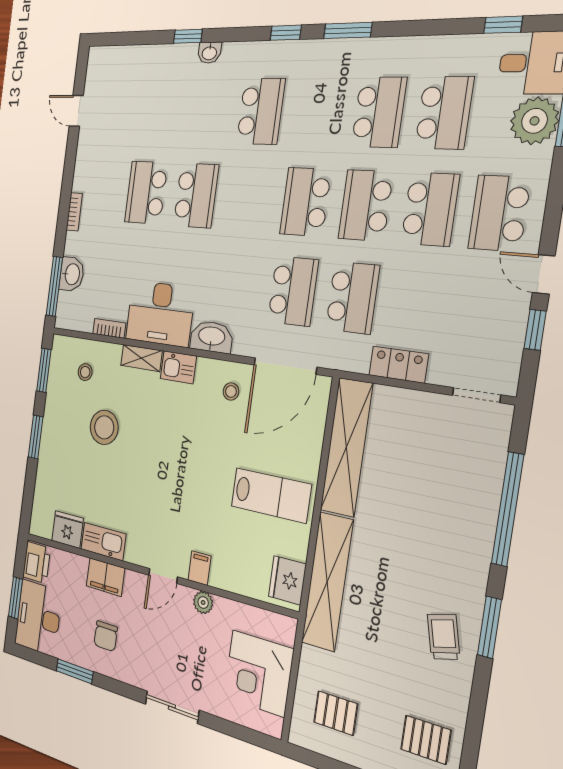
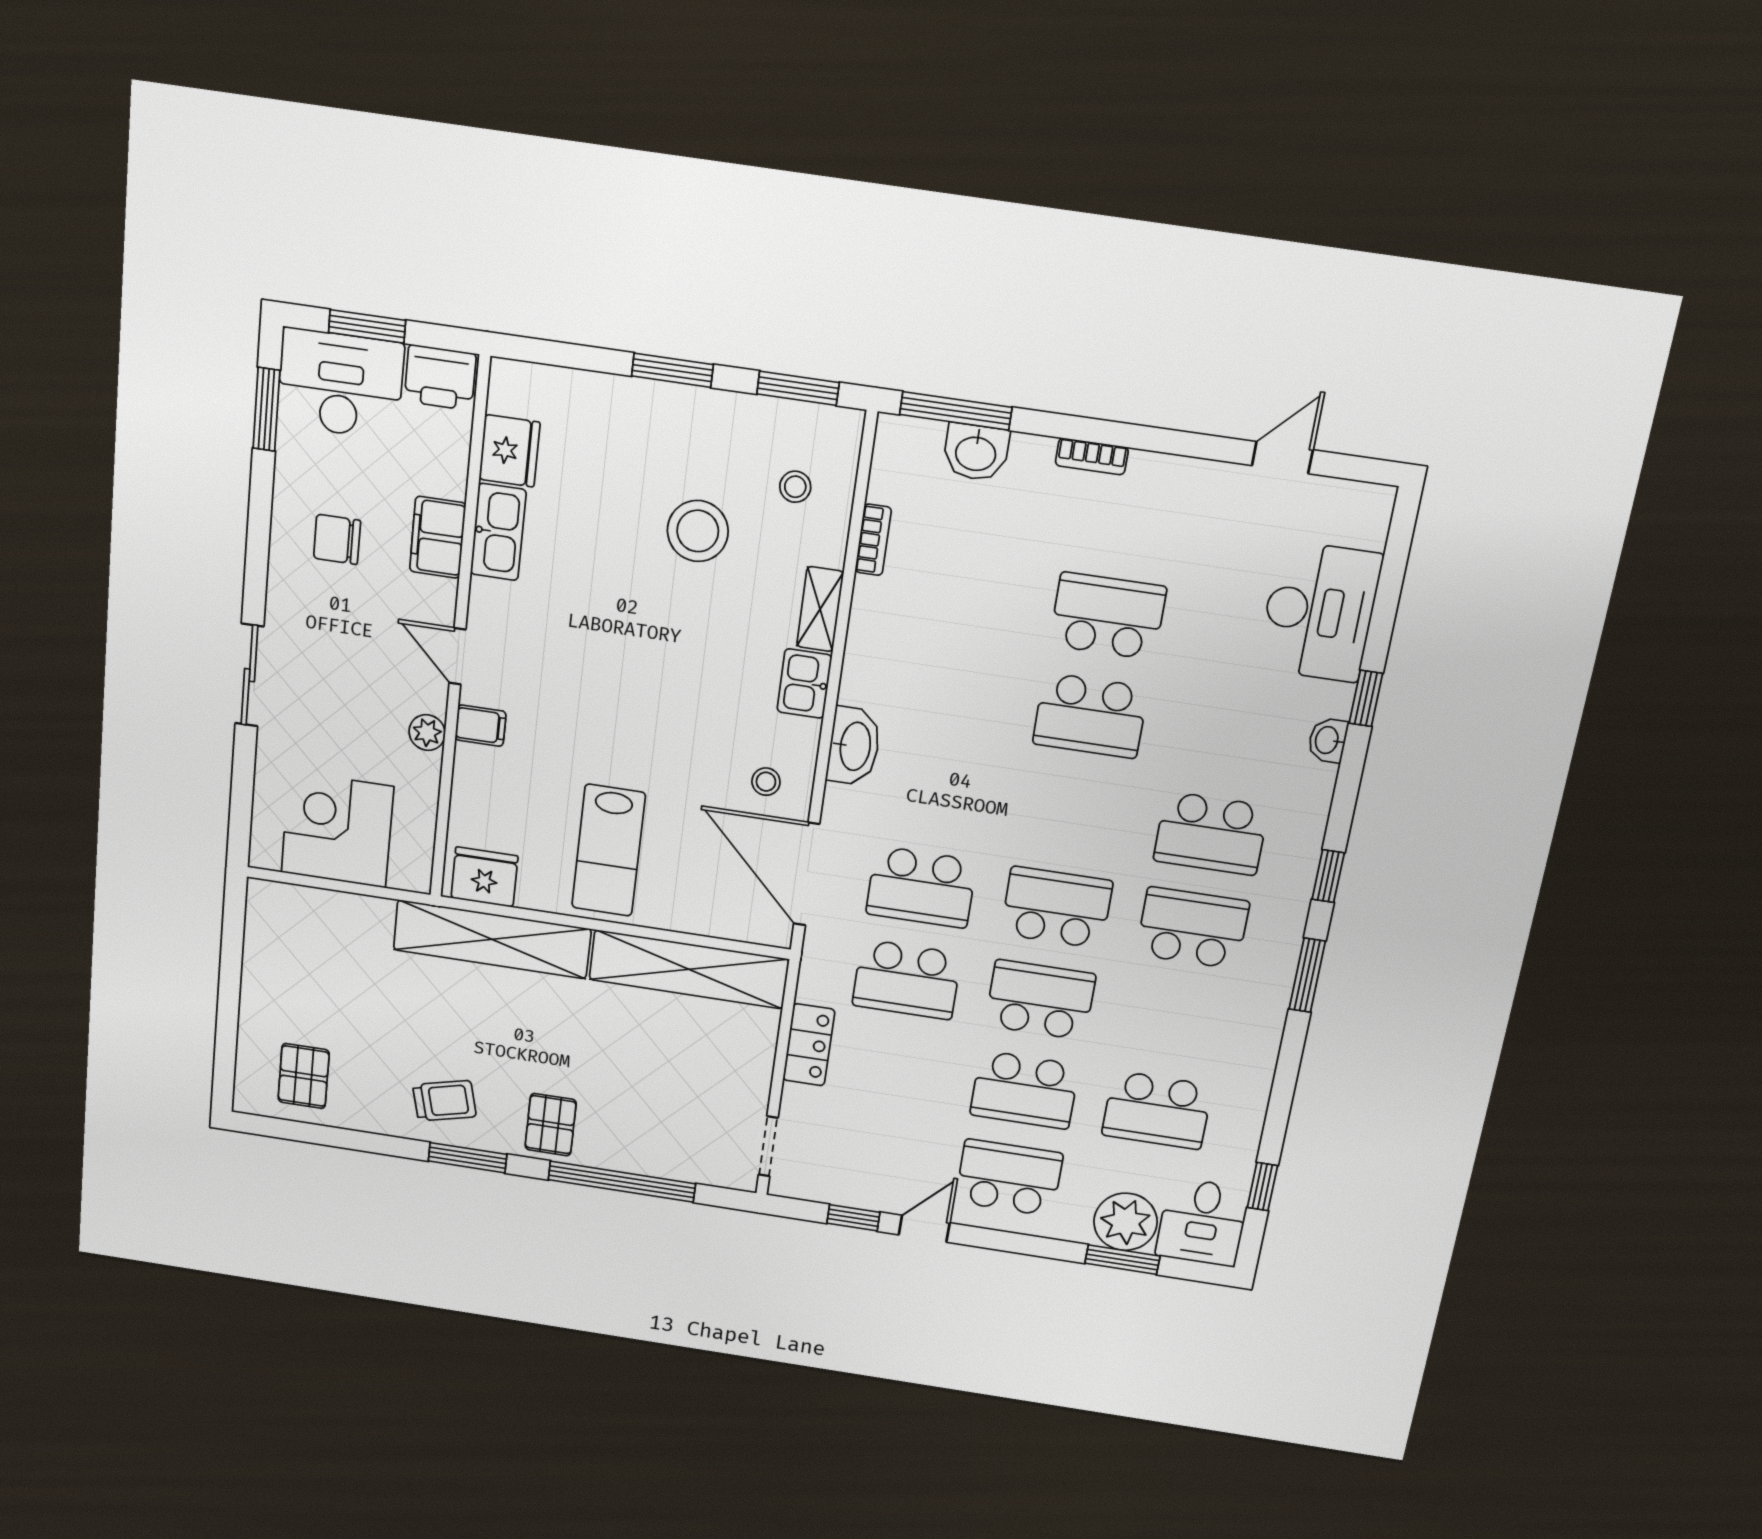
school desk: (379, 112) -> (1193, 928), moved, turned 180
desk: (160, 314) -> (1319, 612), moved, turned 180
window: (75, 671) -> (266, 409), moved
pallet: (336, 713) -> (551, 1125), moved

